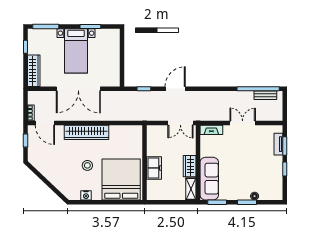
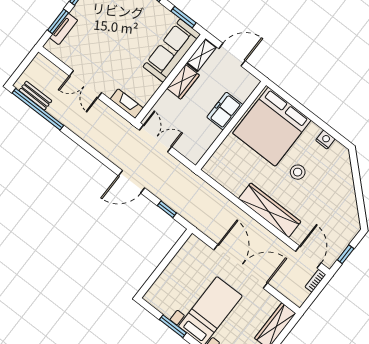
door: (174, 202) -> (232, 55), added

